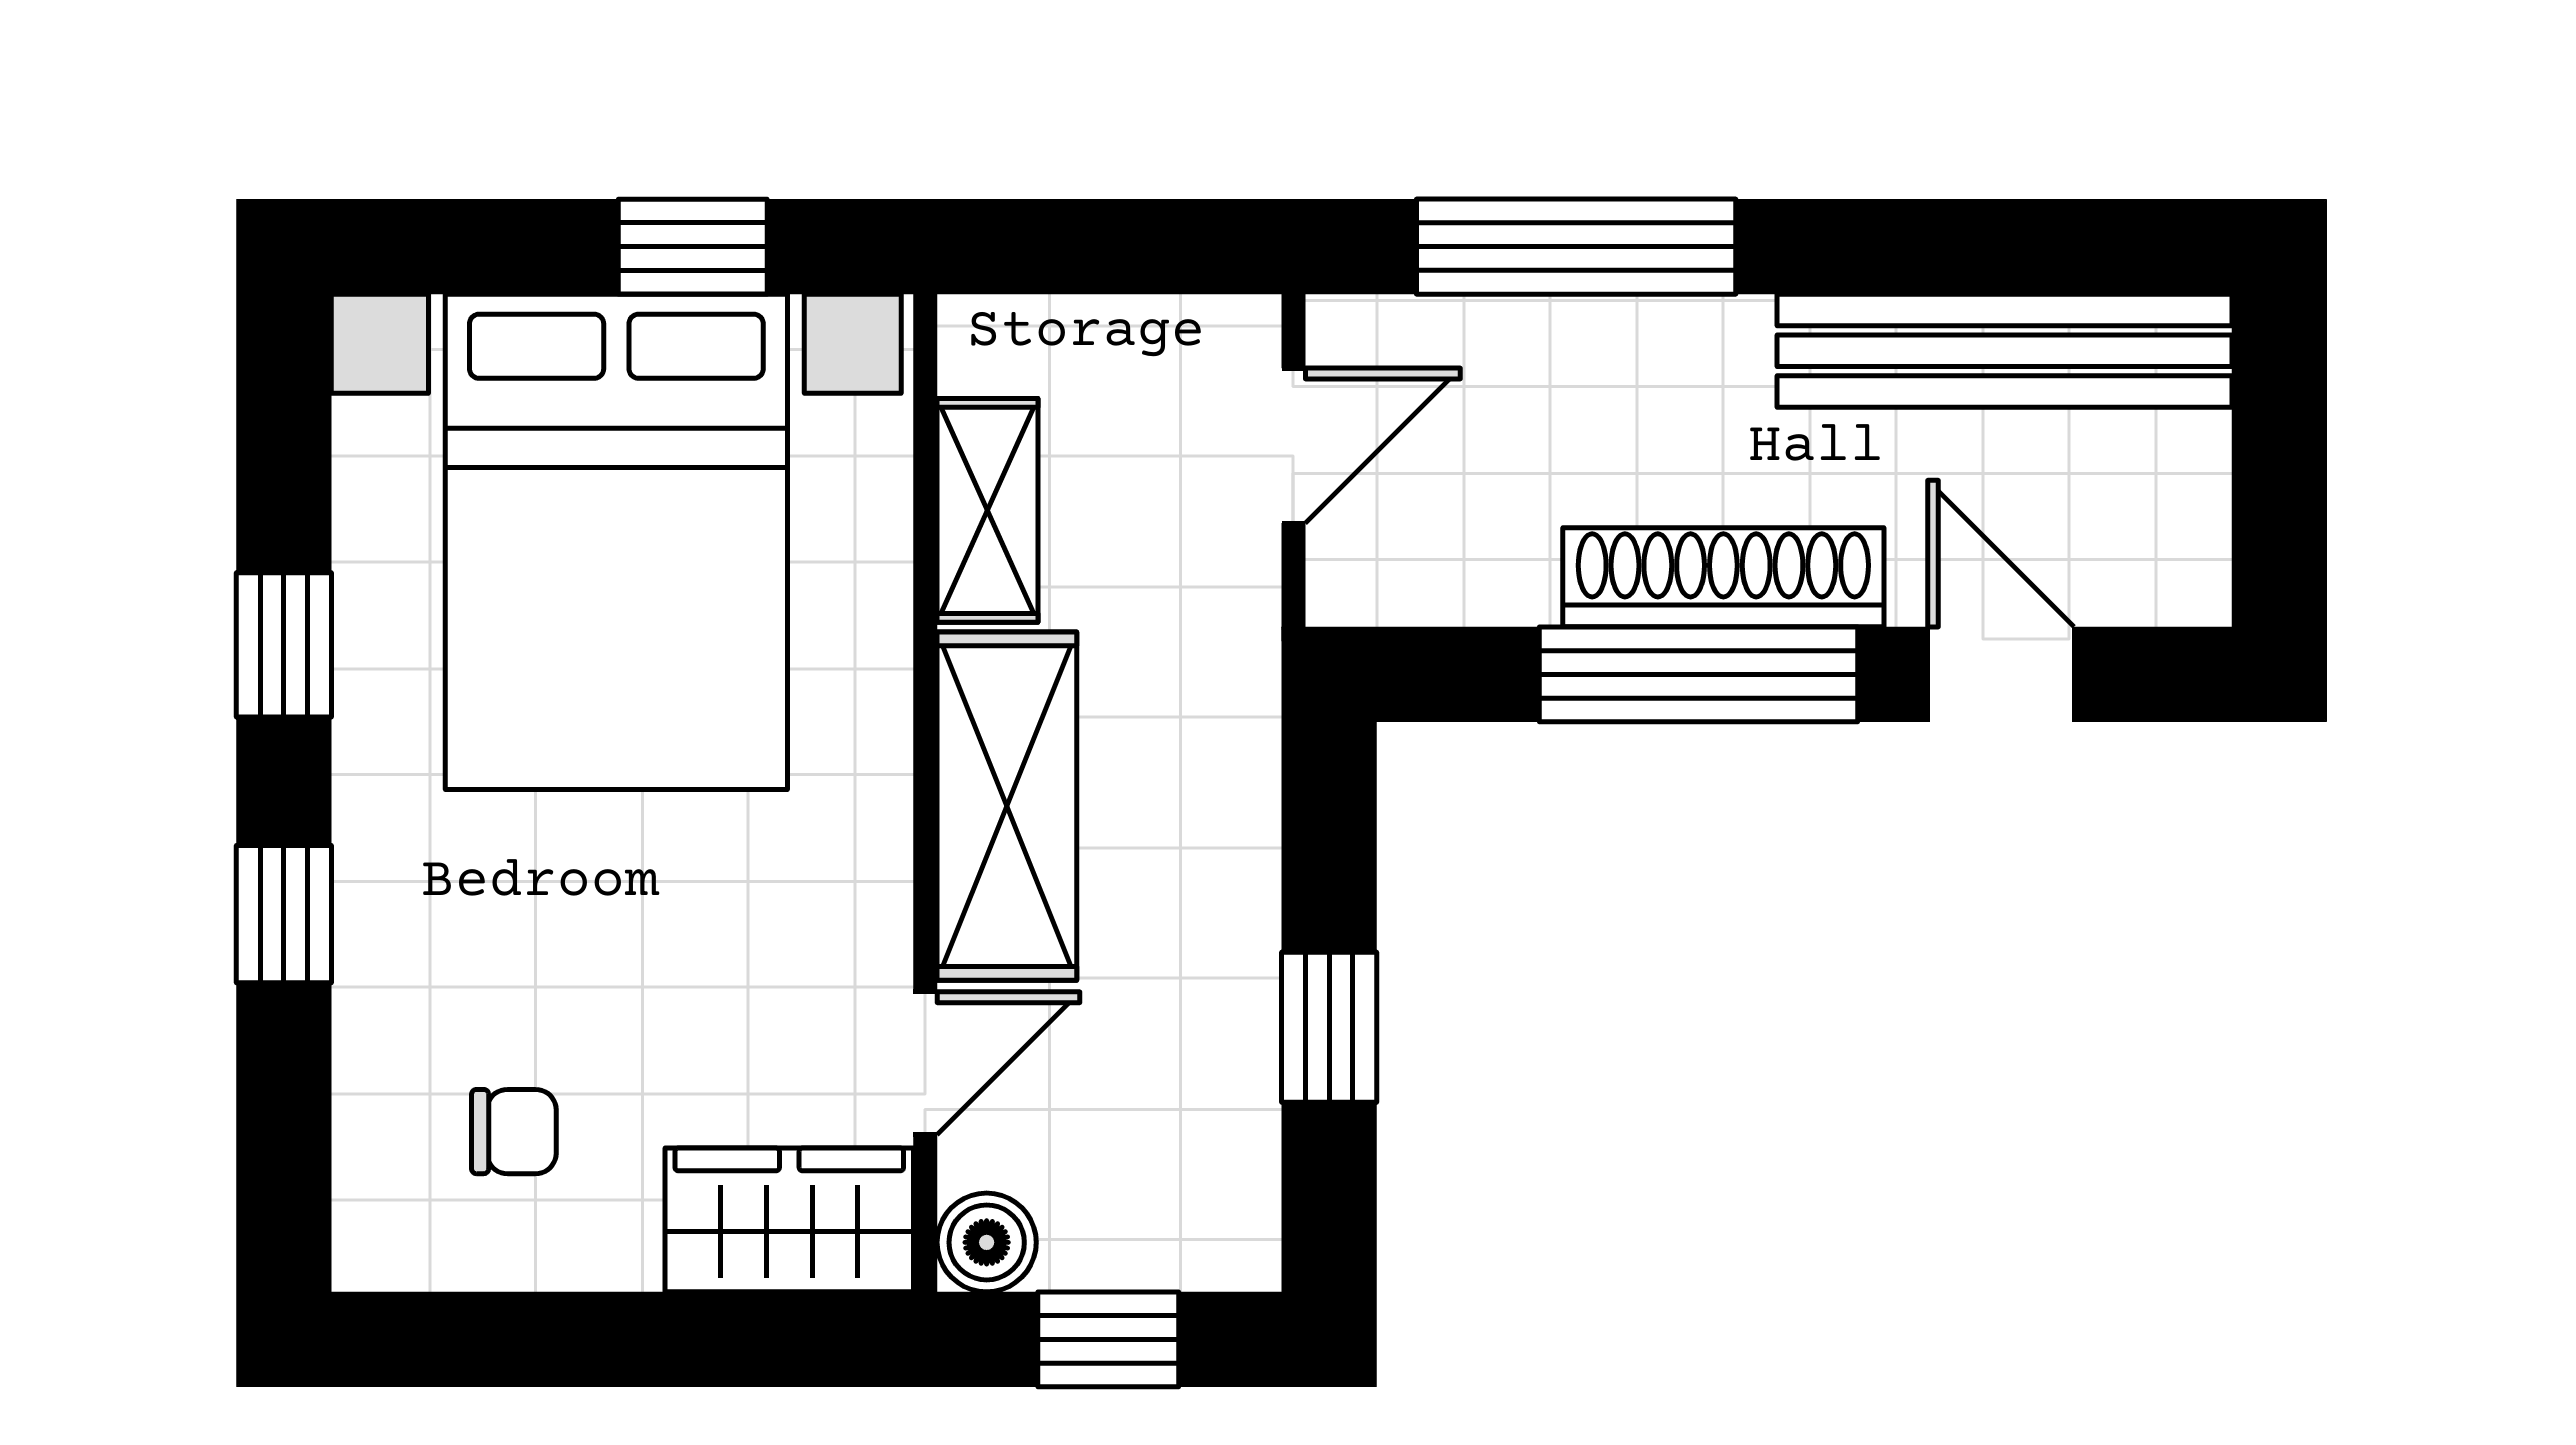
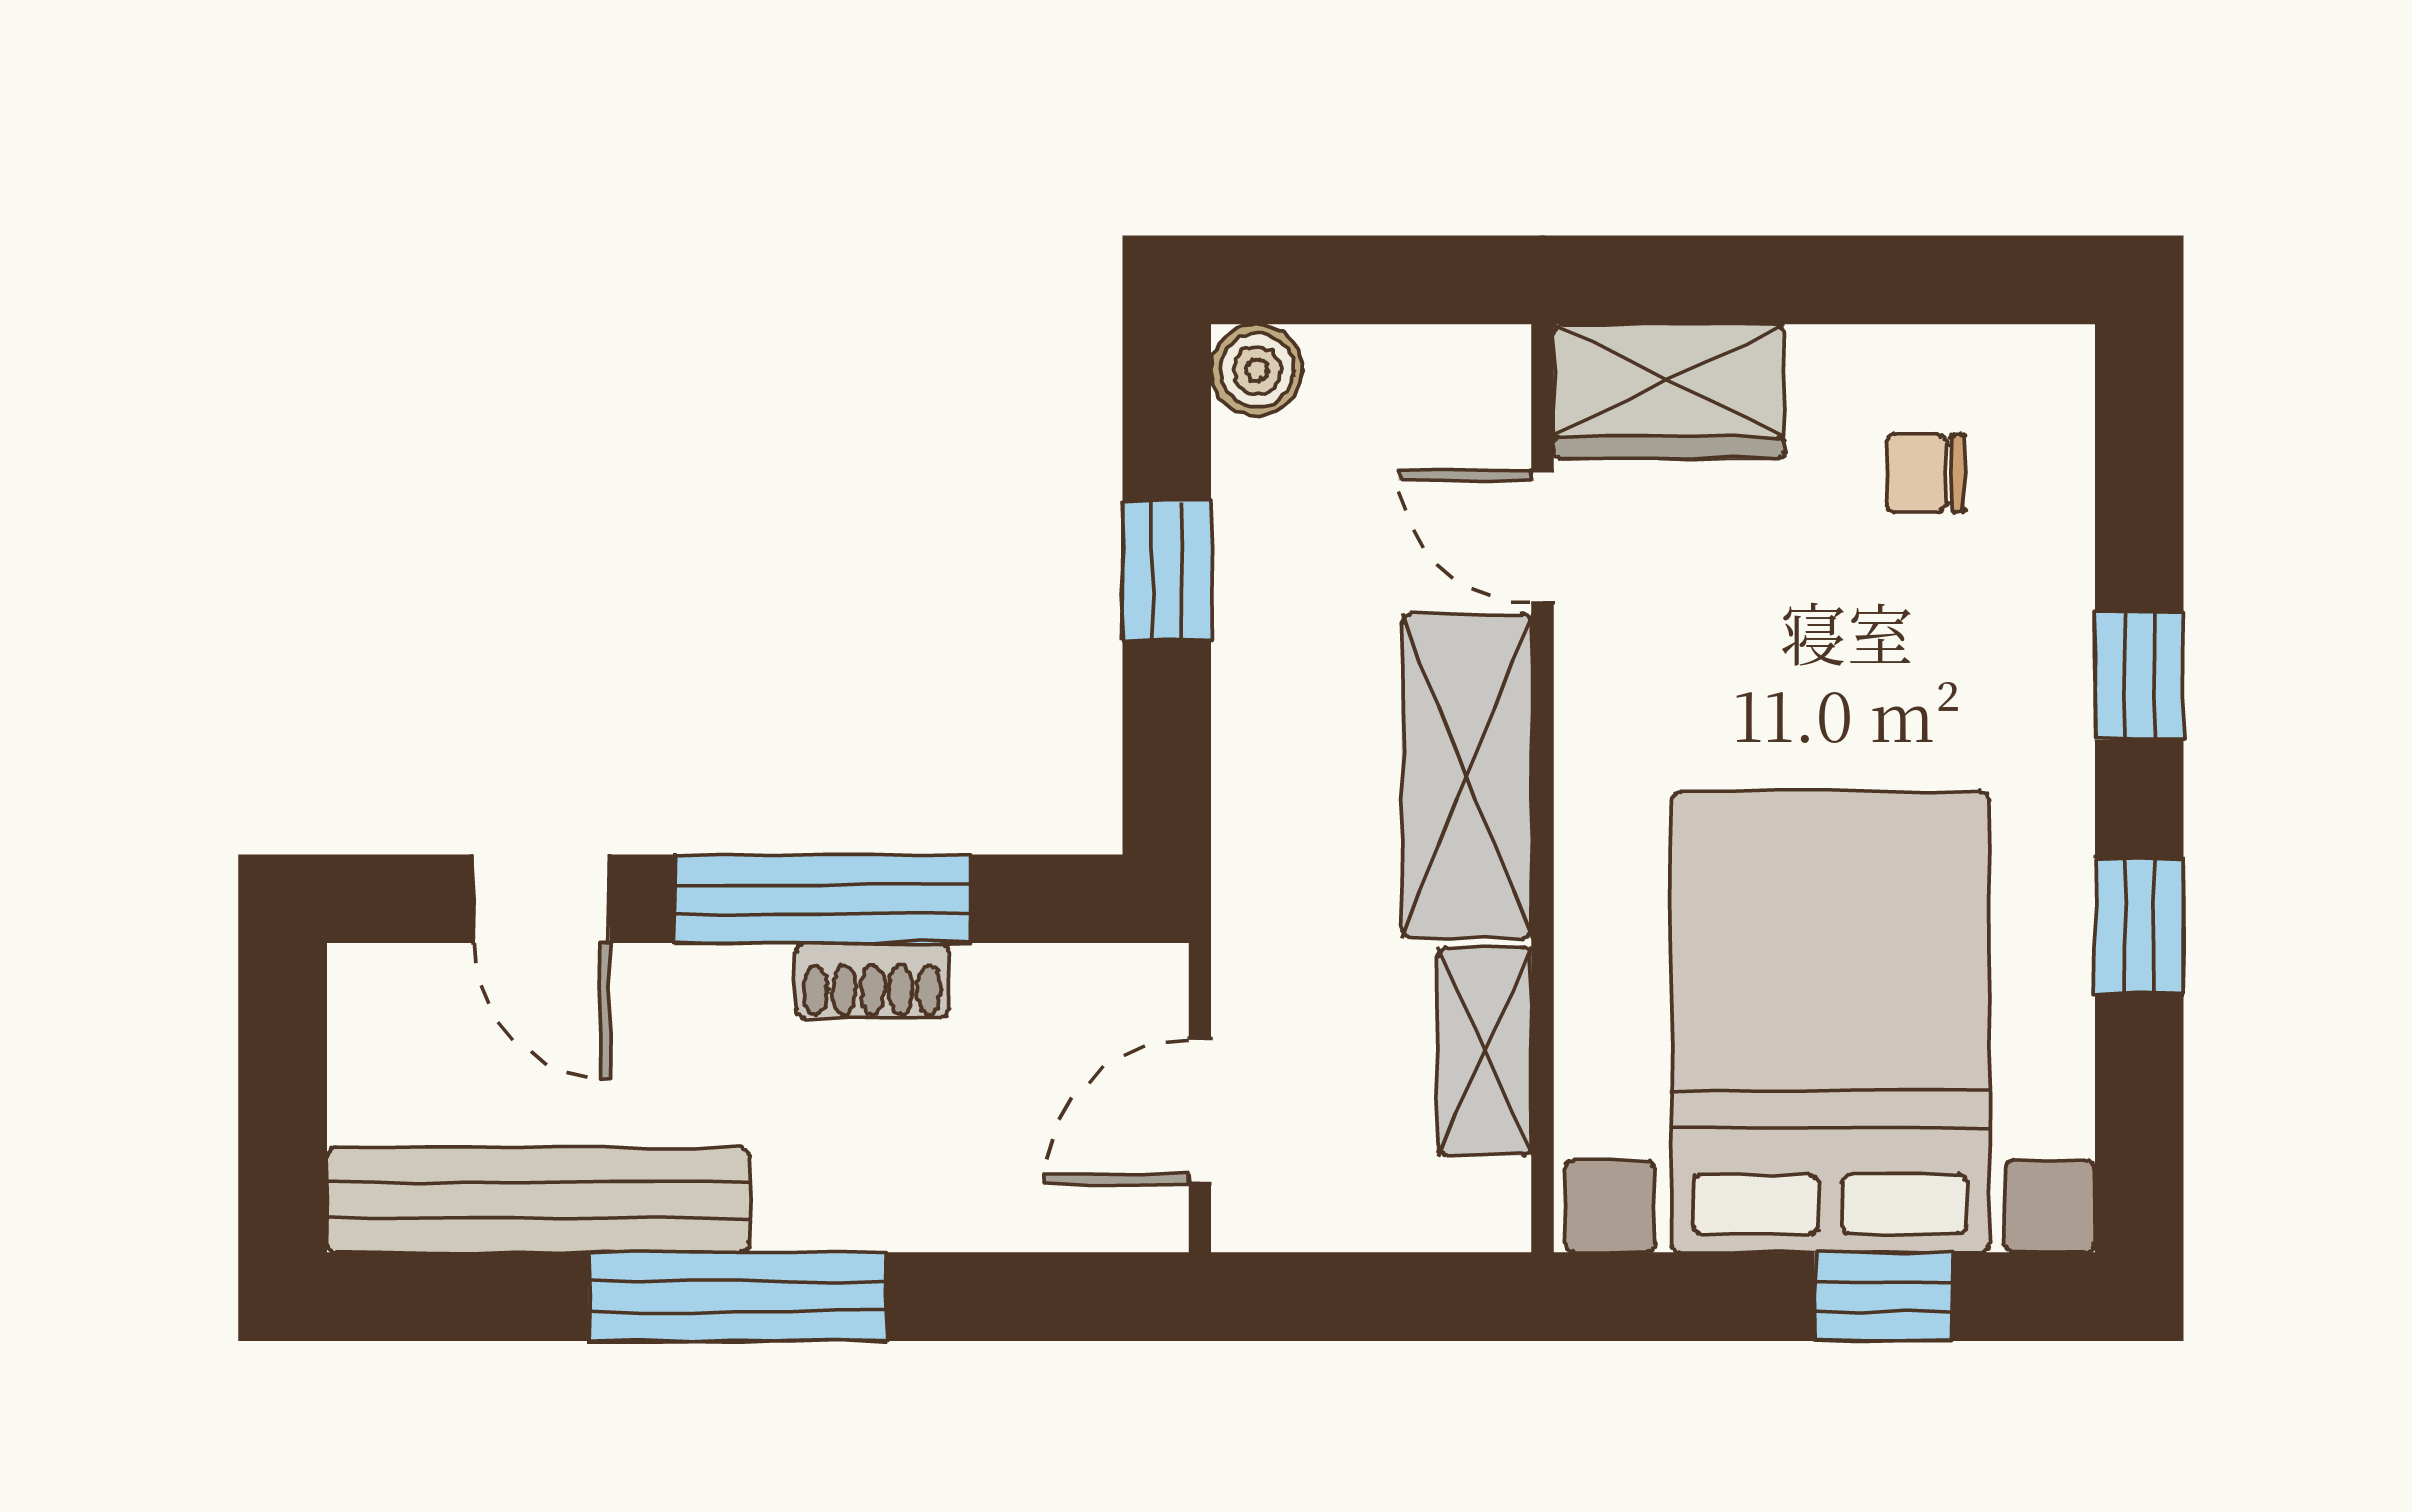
window: (693, 247) -> (1884, 1297), moved
window: (1576, 247) -> (737, 1297), moved
shoe rack: (1723, 577) -> (872, 980), width x0.51, depth x0.81
door: (925, 1063) -> (1542, 537), hinge flipped
boiler: (987, 1242) -> (1257, 370), moved
window: (1108, 1339) -> (1372, 280), removed

